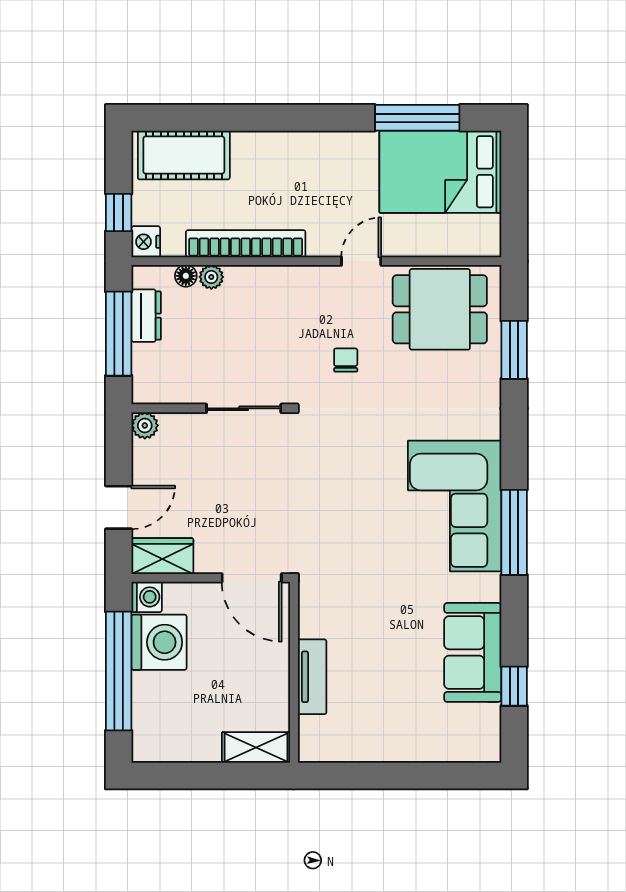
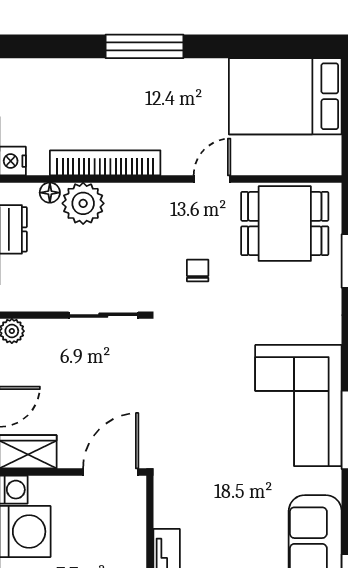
window: (417, 118) -> (144, 46), moved
cot: (184, 155) -> (48, 81), removed
plant: (211, 277) -> (83, 203), width x1.87, depth x1.87
door: (252, 578) -> (111, 472), swing flipped

